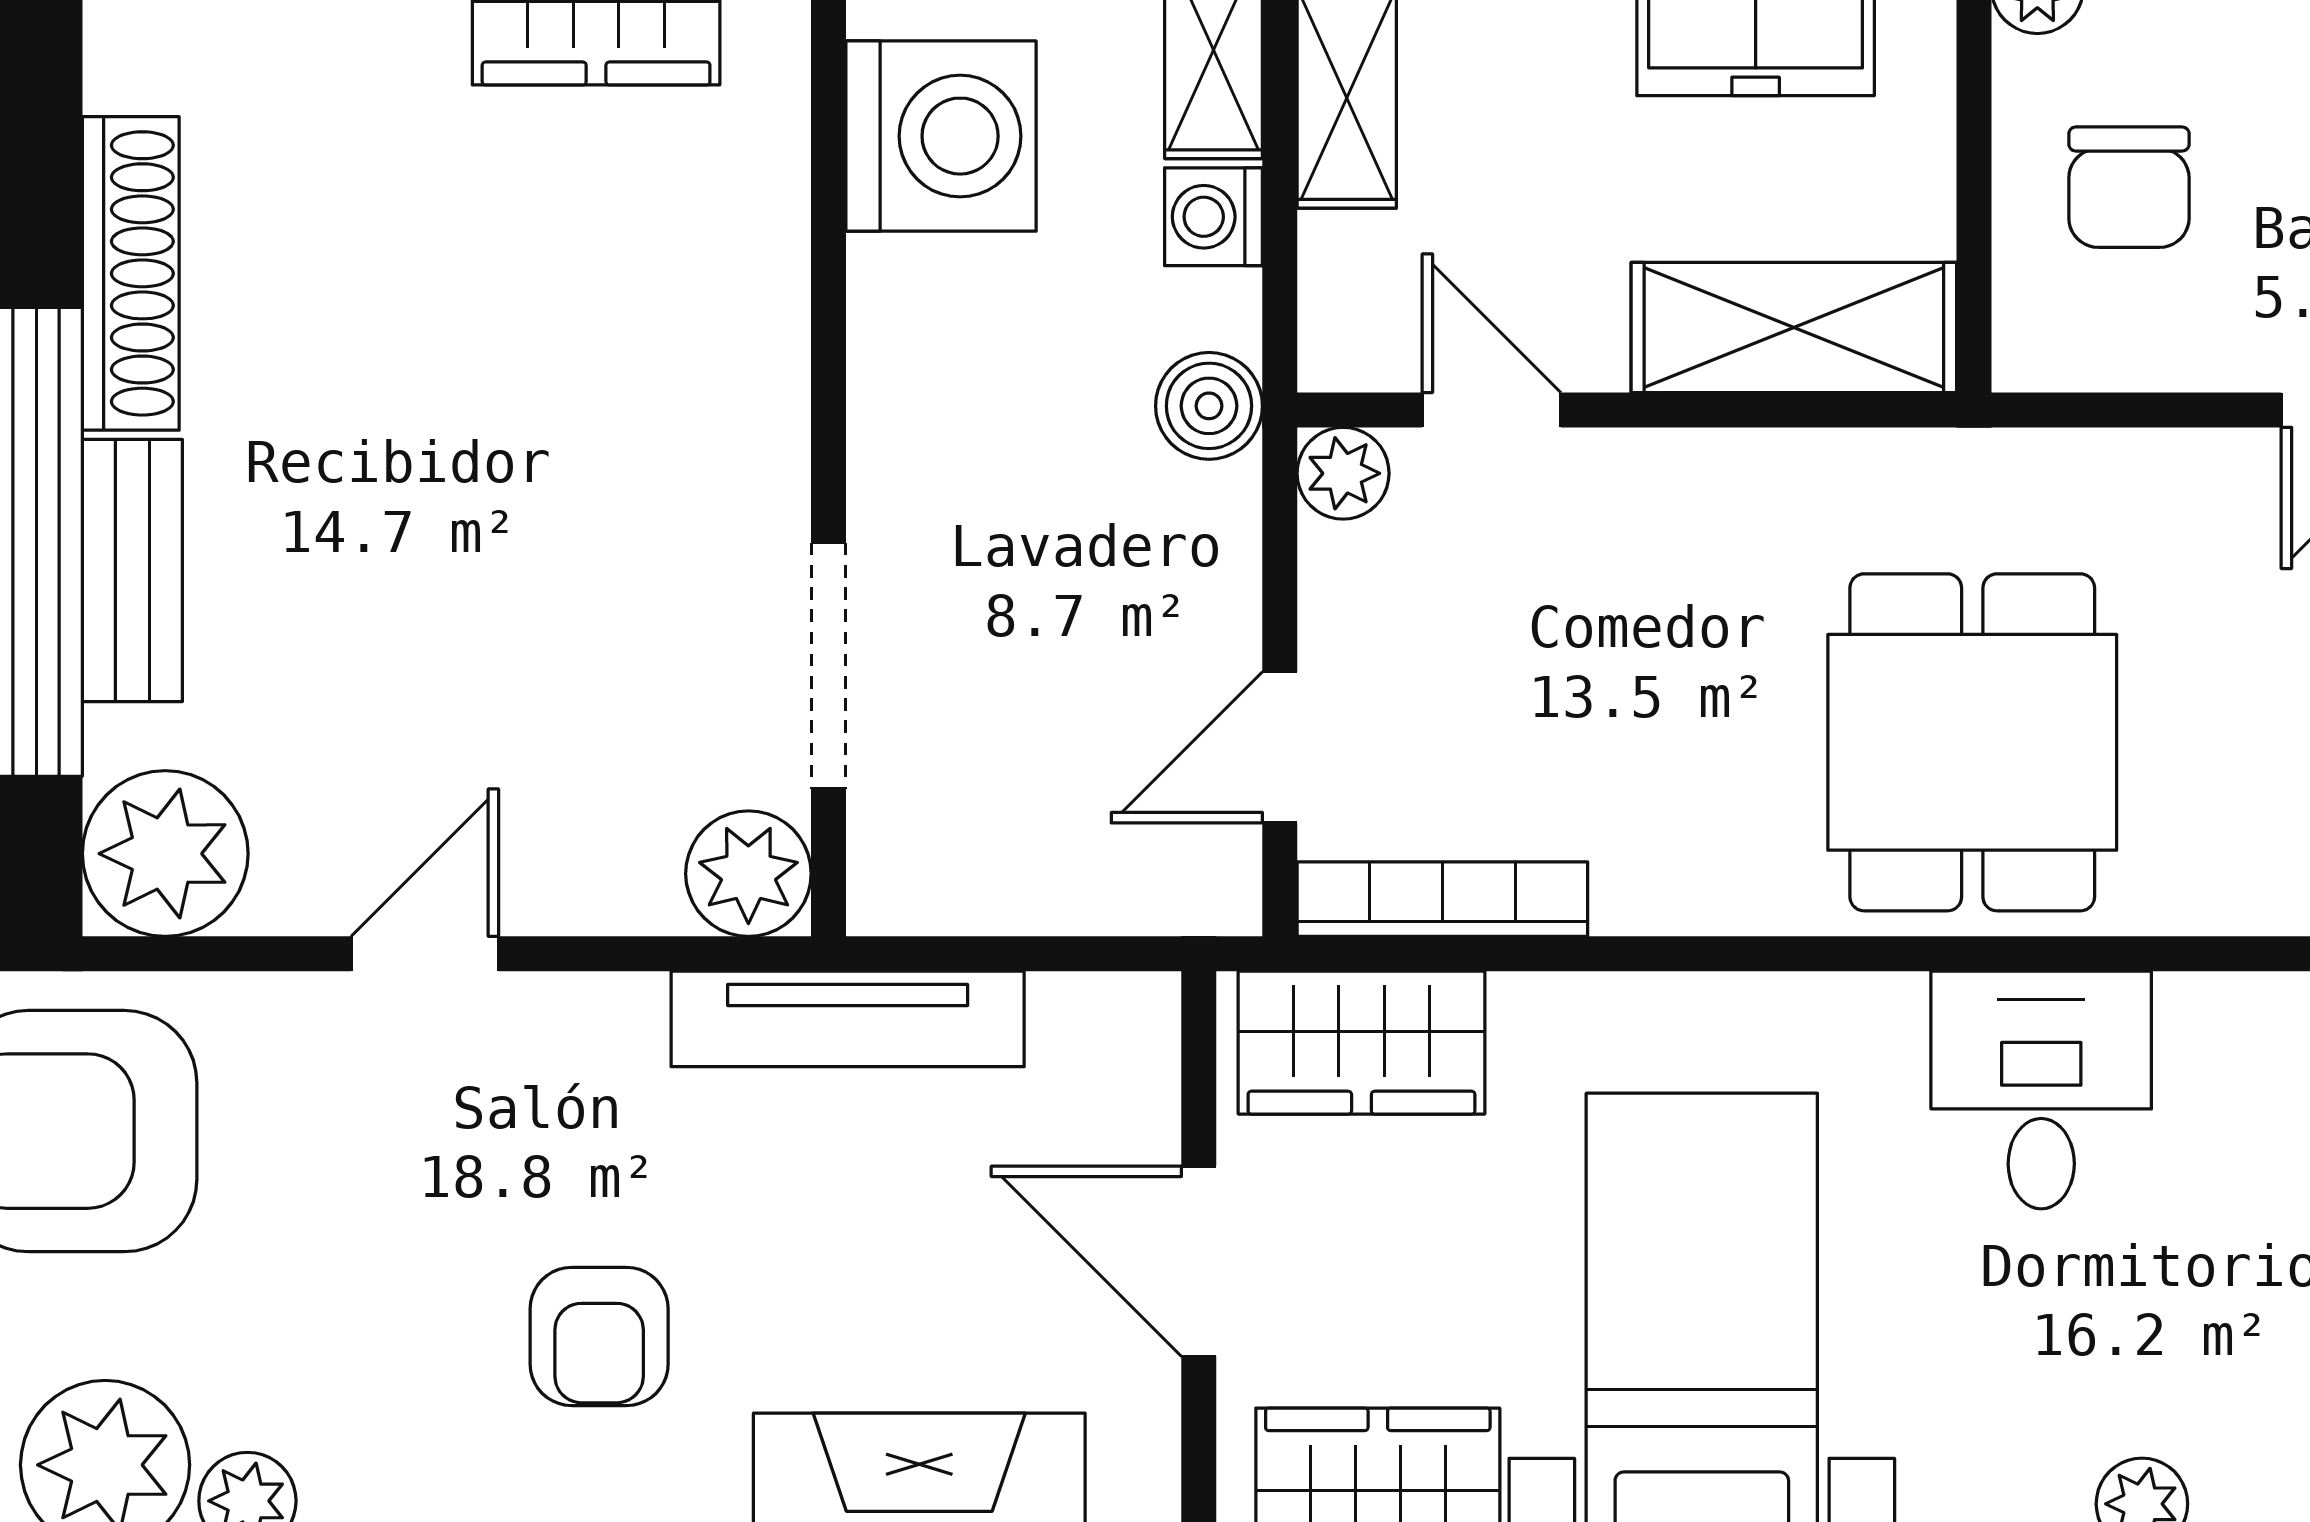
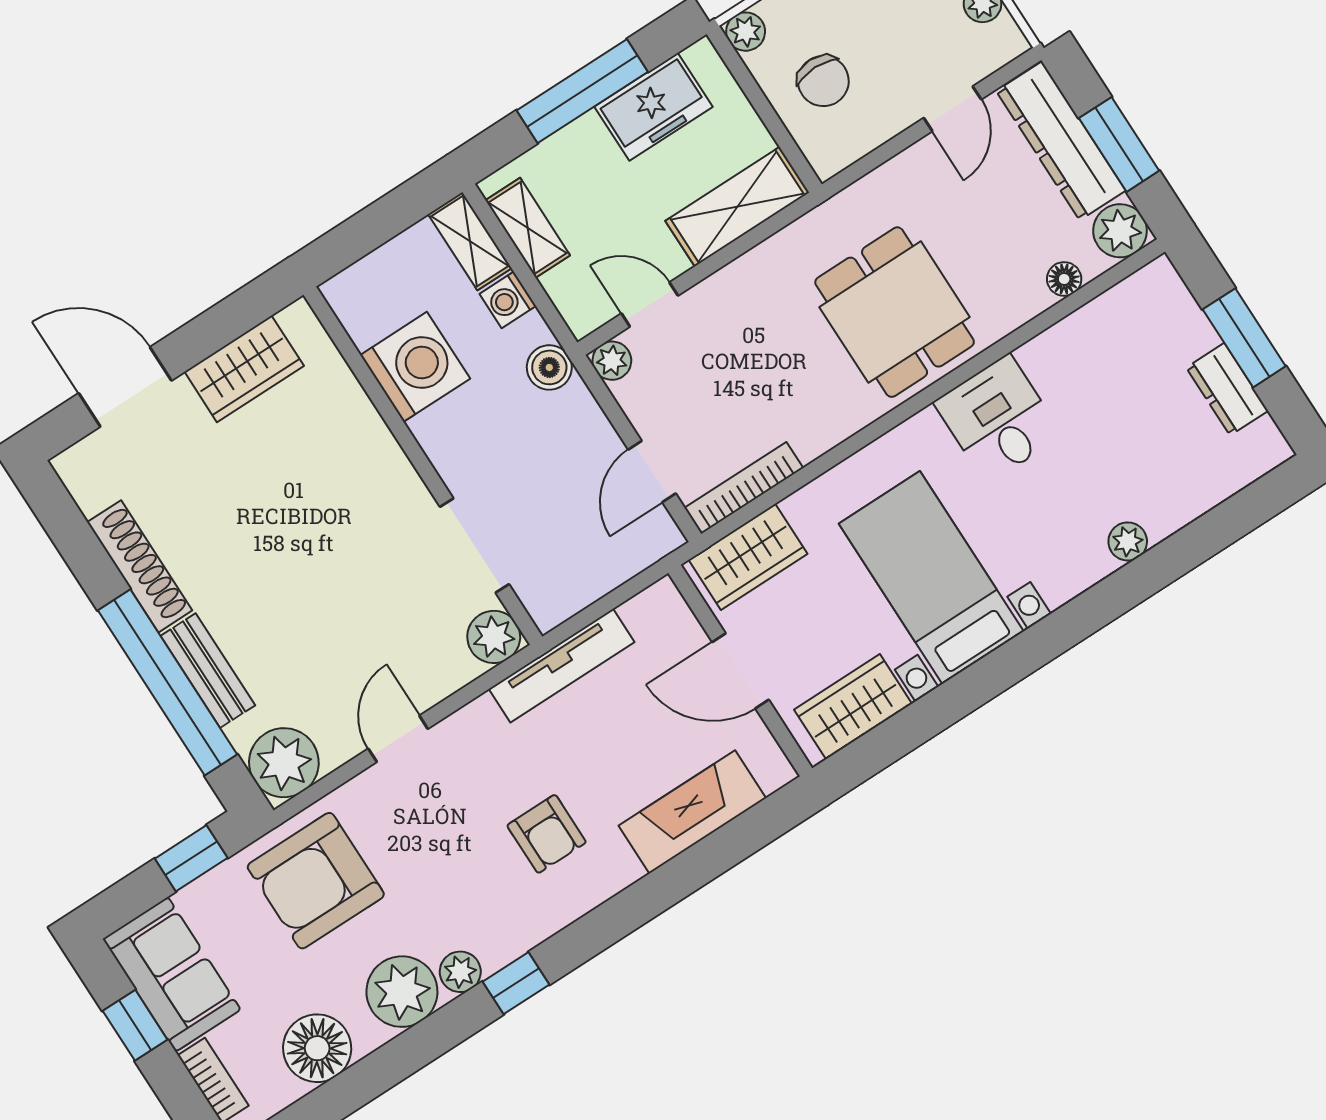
washing machine: (941, 136) -> (415, 367), moved

